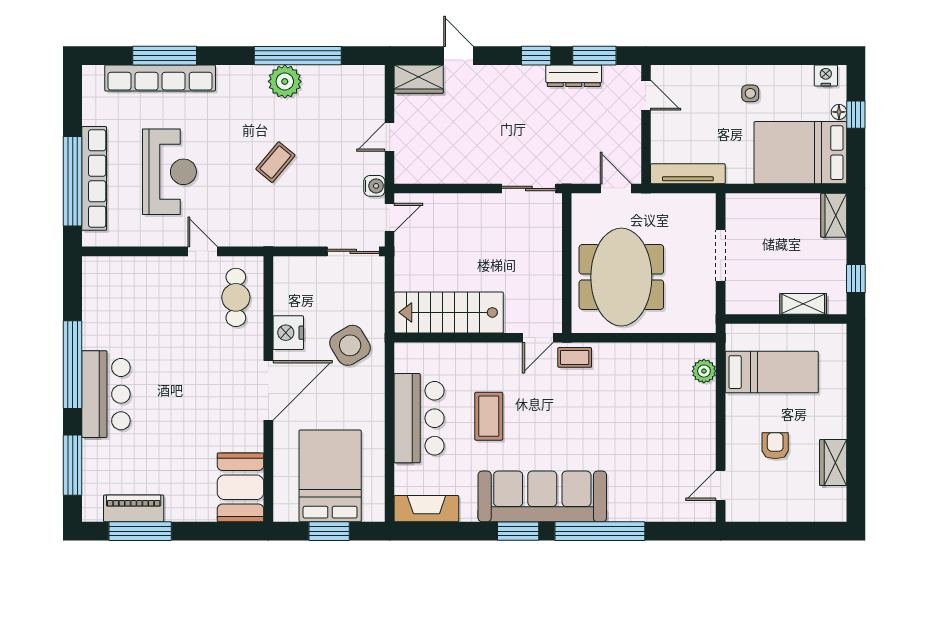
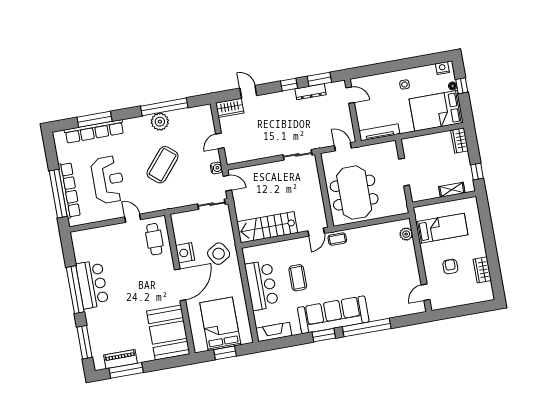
coffee table: (275, 162) -> (162, 165), width x1.86, depth x1.72
door: (390, 218) -> (227, 183), hinge flipped
bar counter: (106, 394) -> (92, 284), moved
booth: (241, 487) -> (168, 332), width x1.36, depth x1.42

